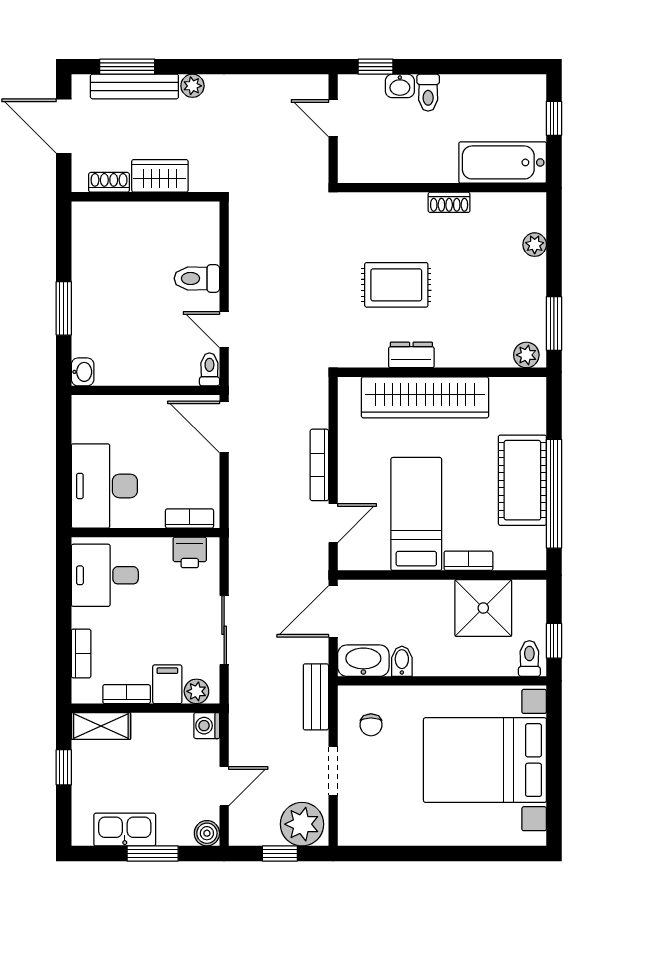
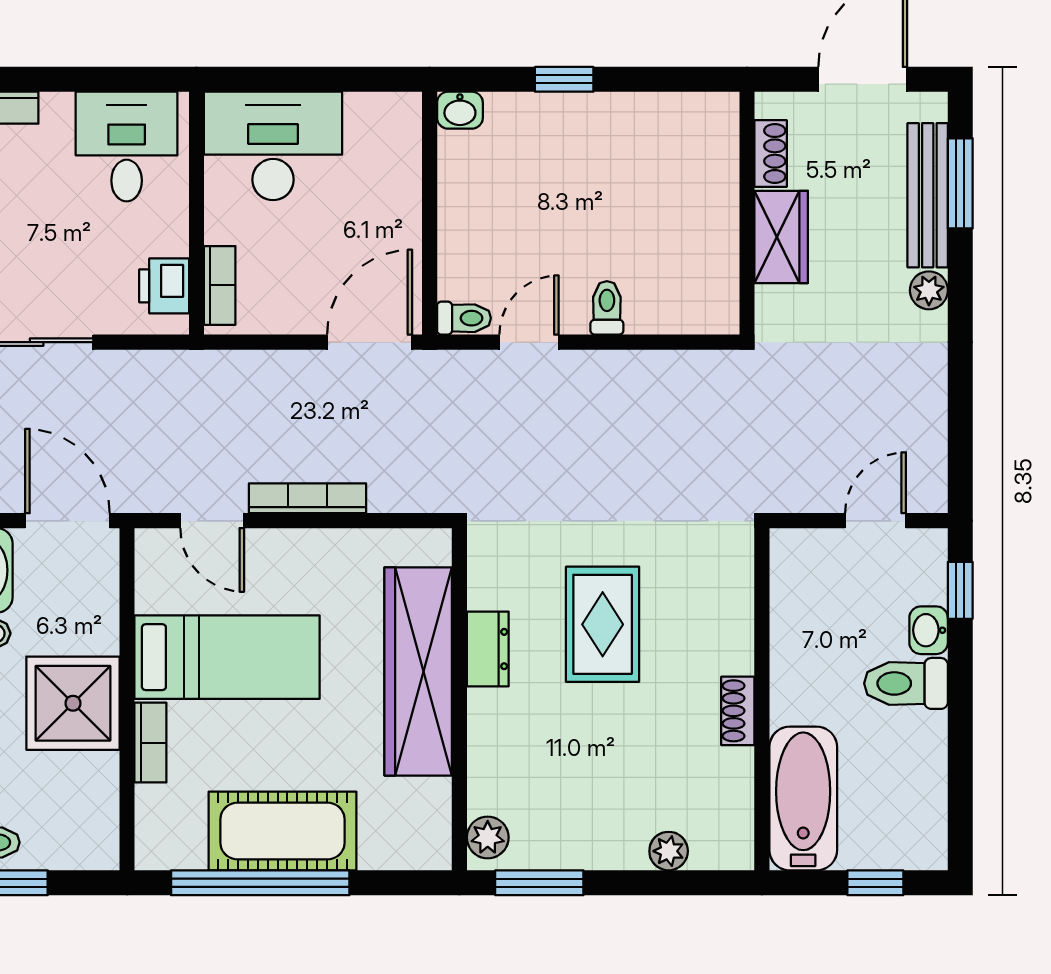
toilet: (428, 93) -> (906, 683), width x1.37, depth x1.39
toilet: (197, 278) -> (607, 308), width x0.73, depth x0.72
window: (64, 308) -> (564, 79), width x0.67
shower: (483, 608) -> (73, 703), moved

